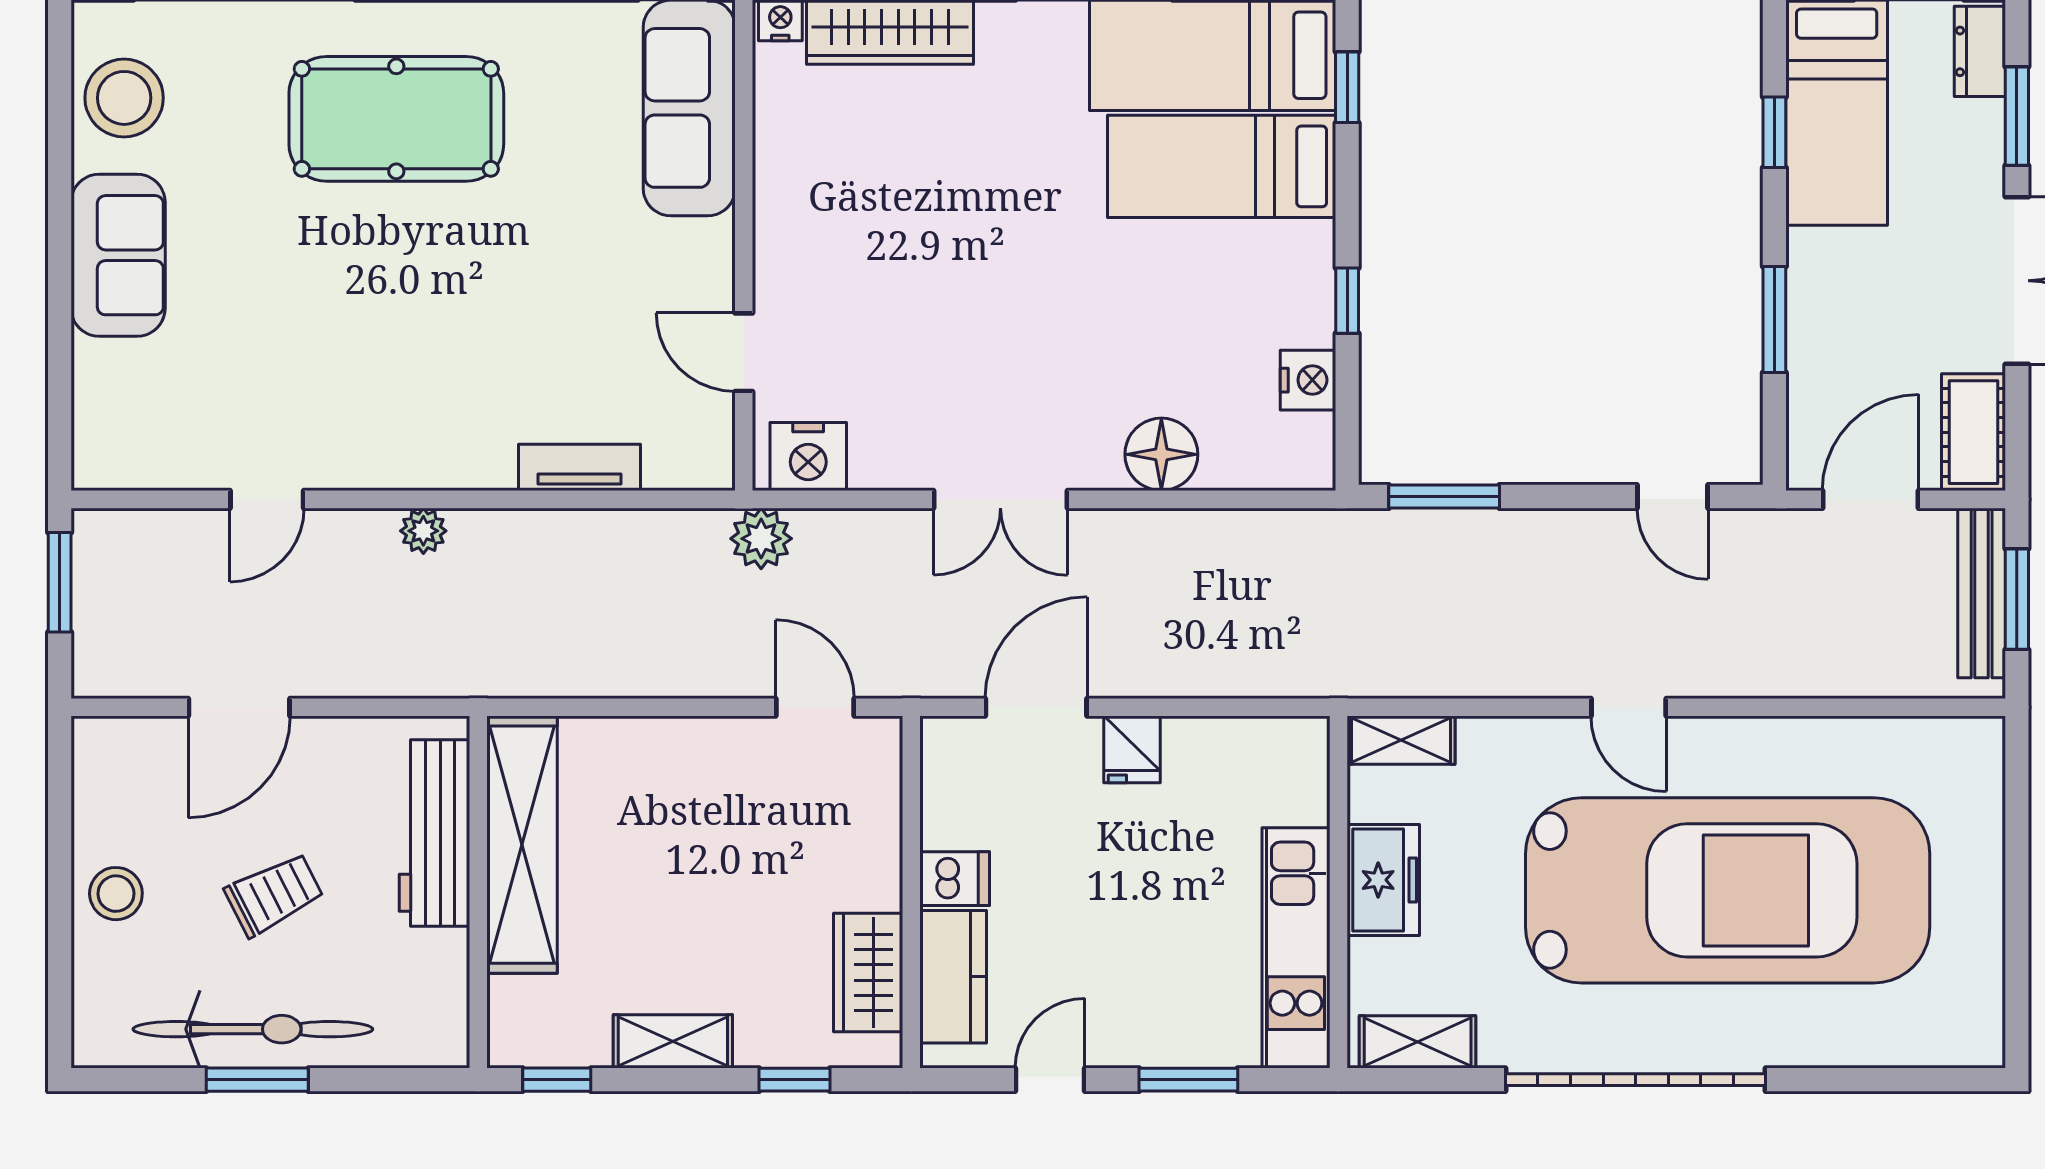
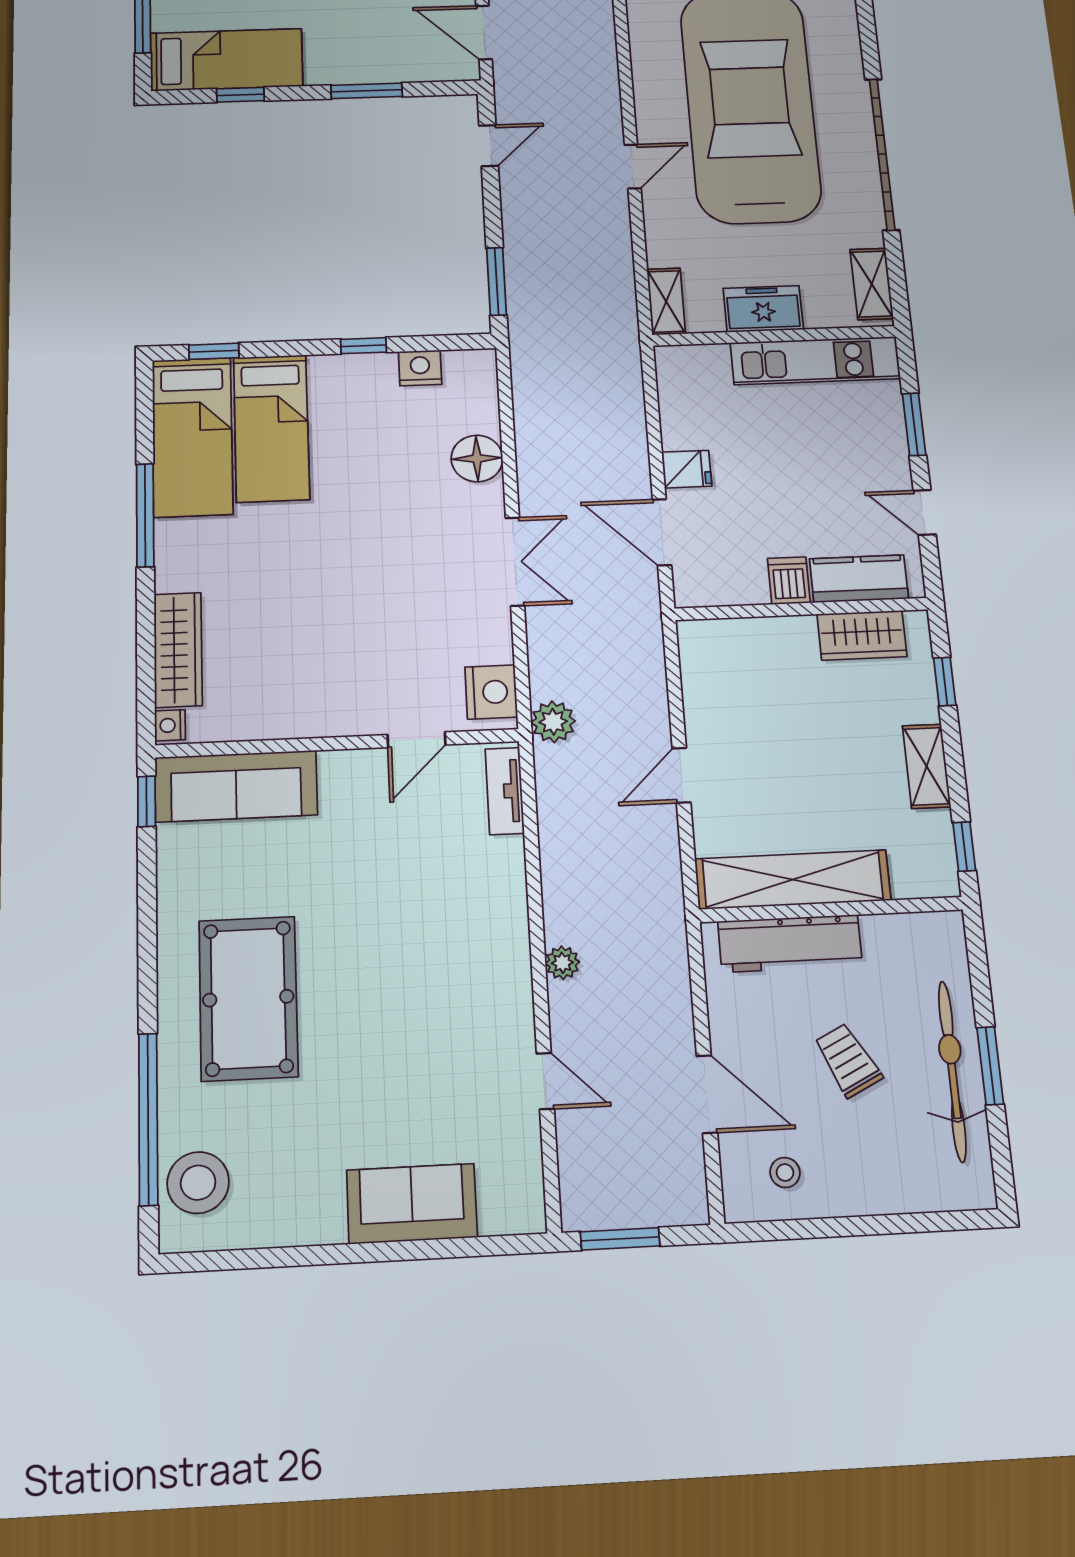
stool: (124, 98) -> (198, 1183), moved
sofa: (118, 255) -> (412, 1204), moved
tv unit: (580, 467) -> (505, 791), moved
door: (815, 707) -> (681, 775), moved
stool: (116, 894) -> (785, 1172), moved, width x0.73, depth x0.73

